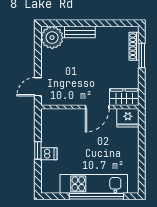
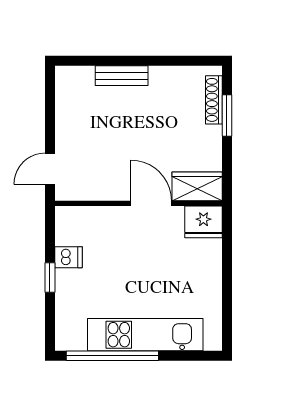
plant: (52, 38) -> (74, 85), removed
door: (97, 107) -> (151, 203), swing flipped
dishwasher: (49, 154) -> (69, 257), moved
window: (96, 196) -> (112, 356), moved

